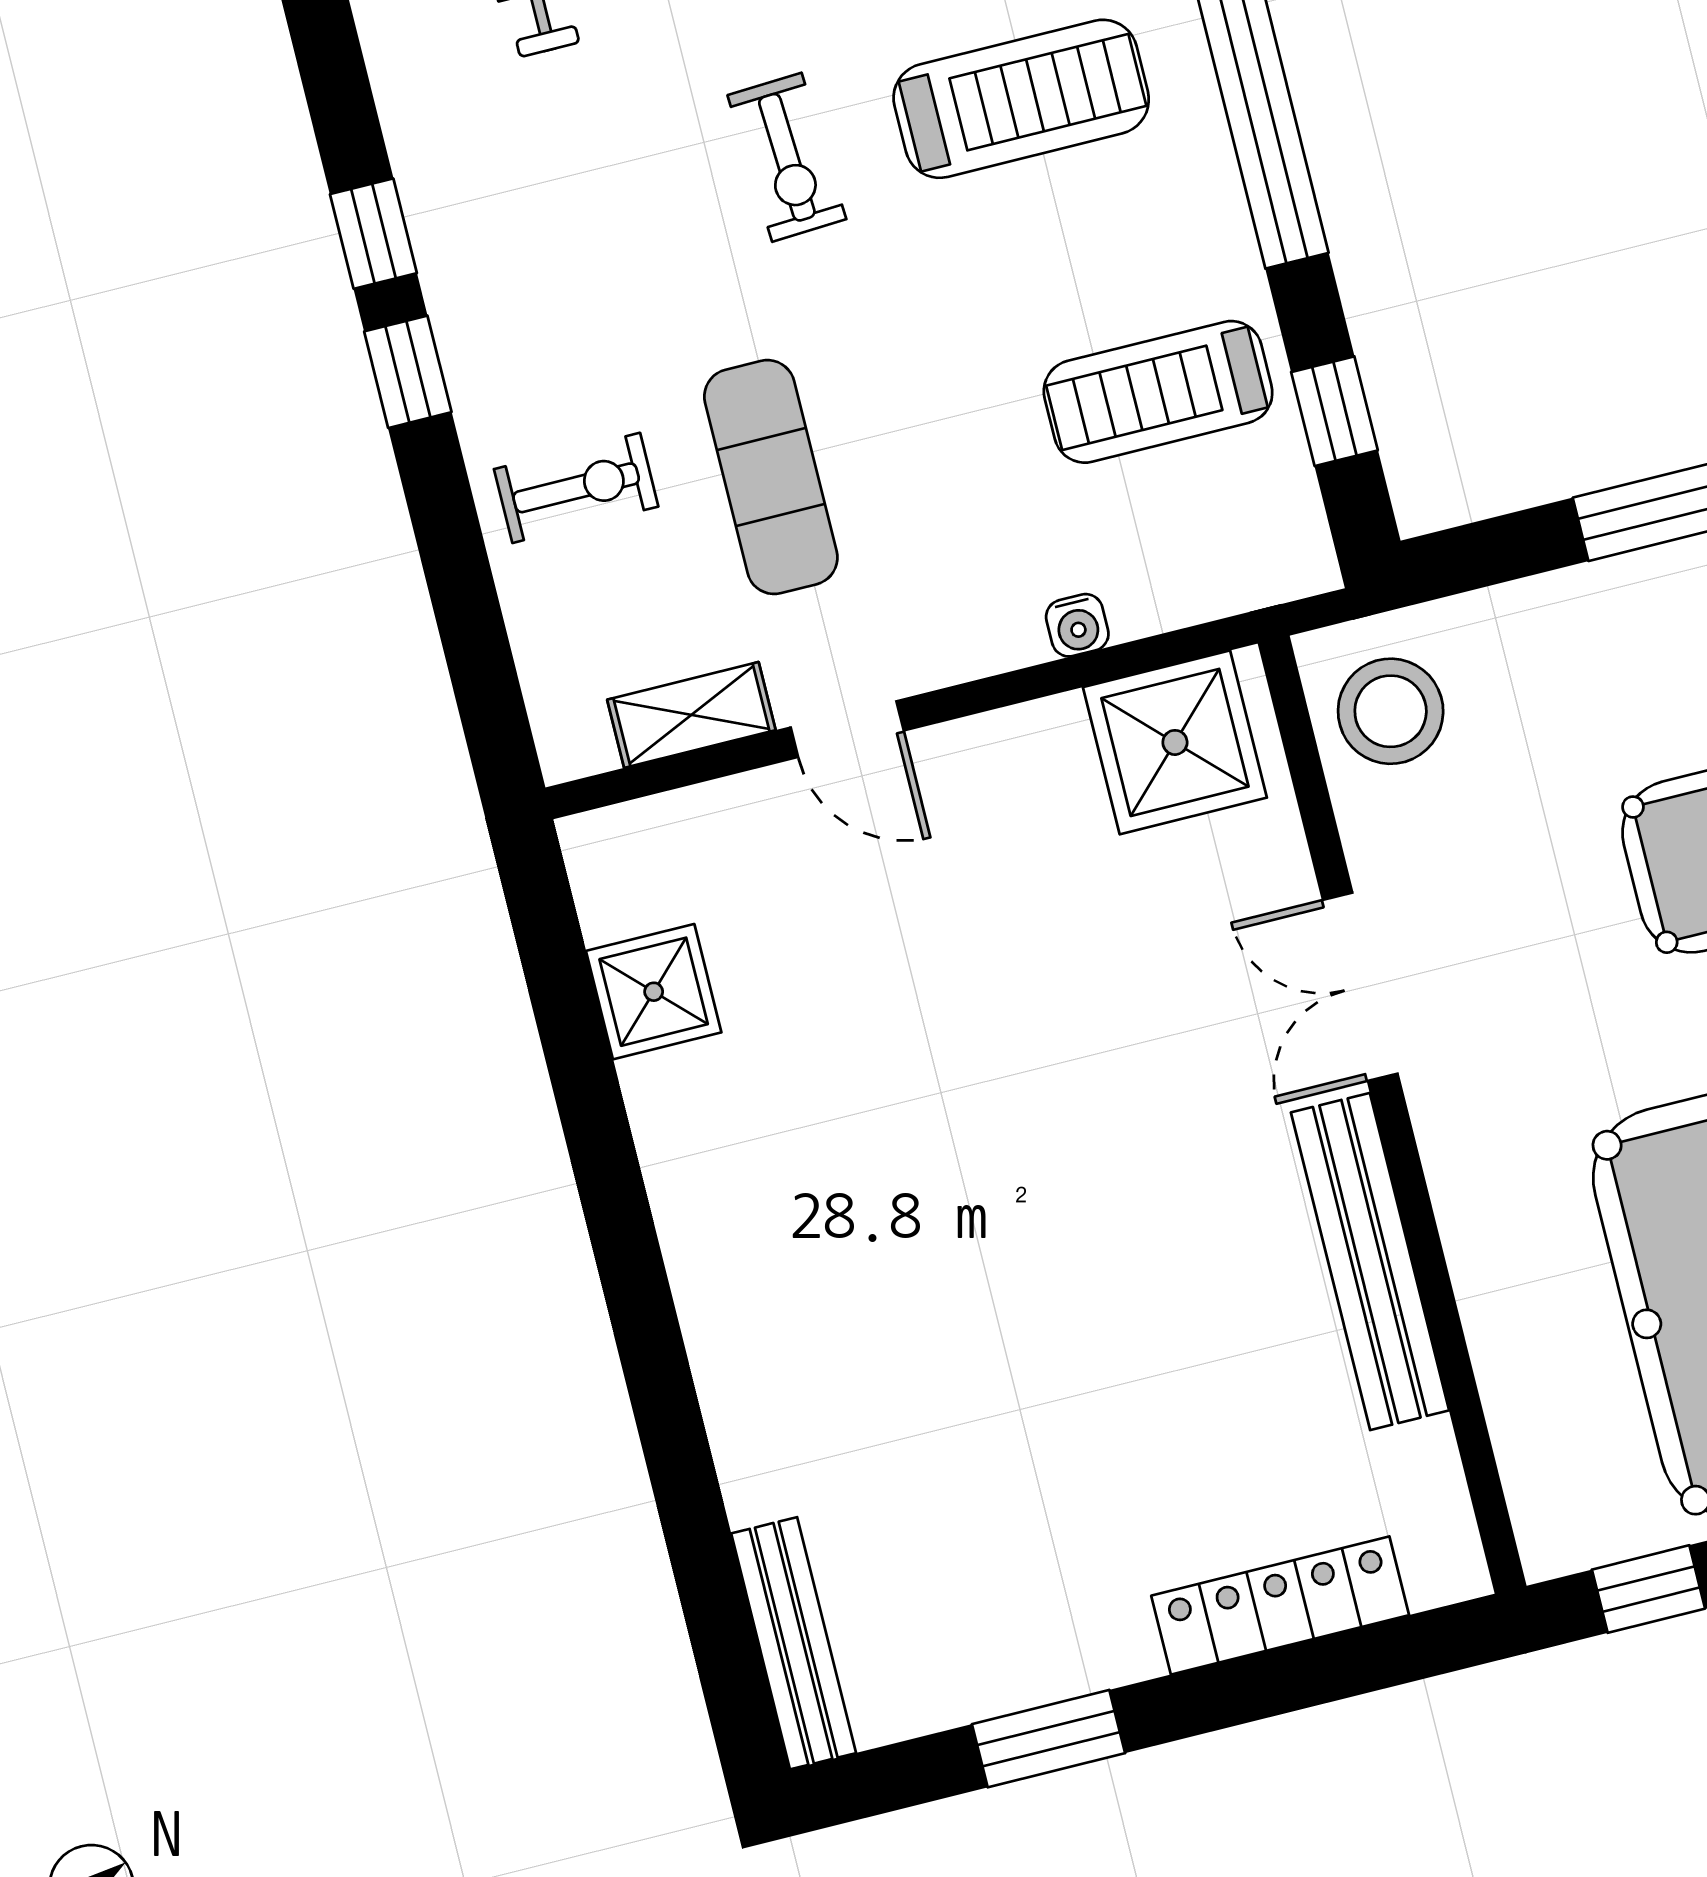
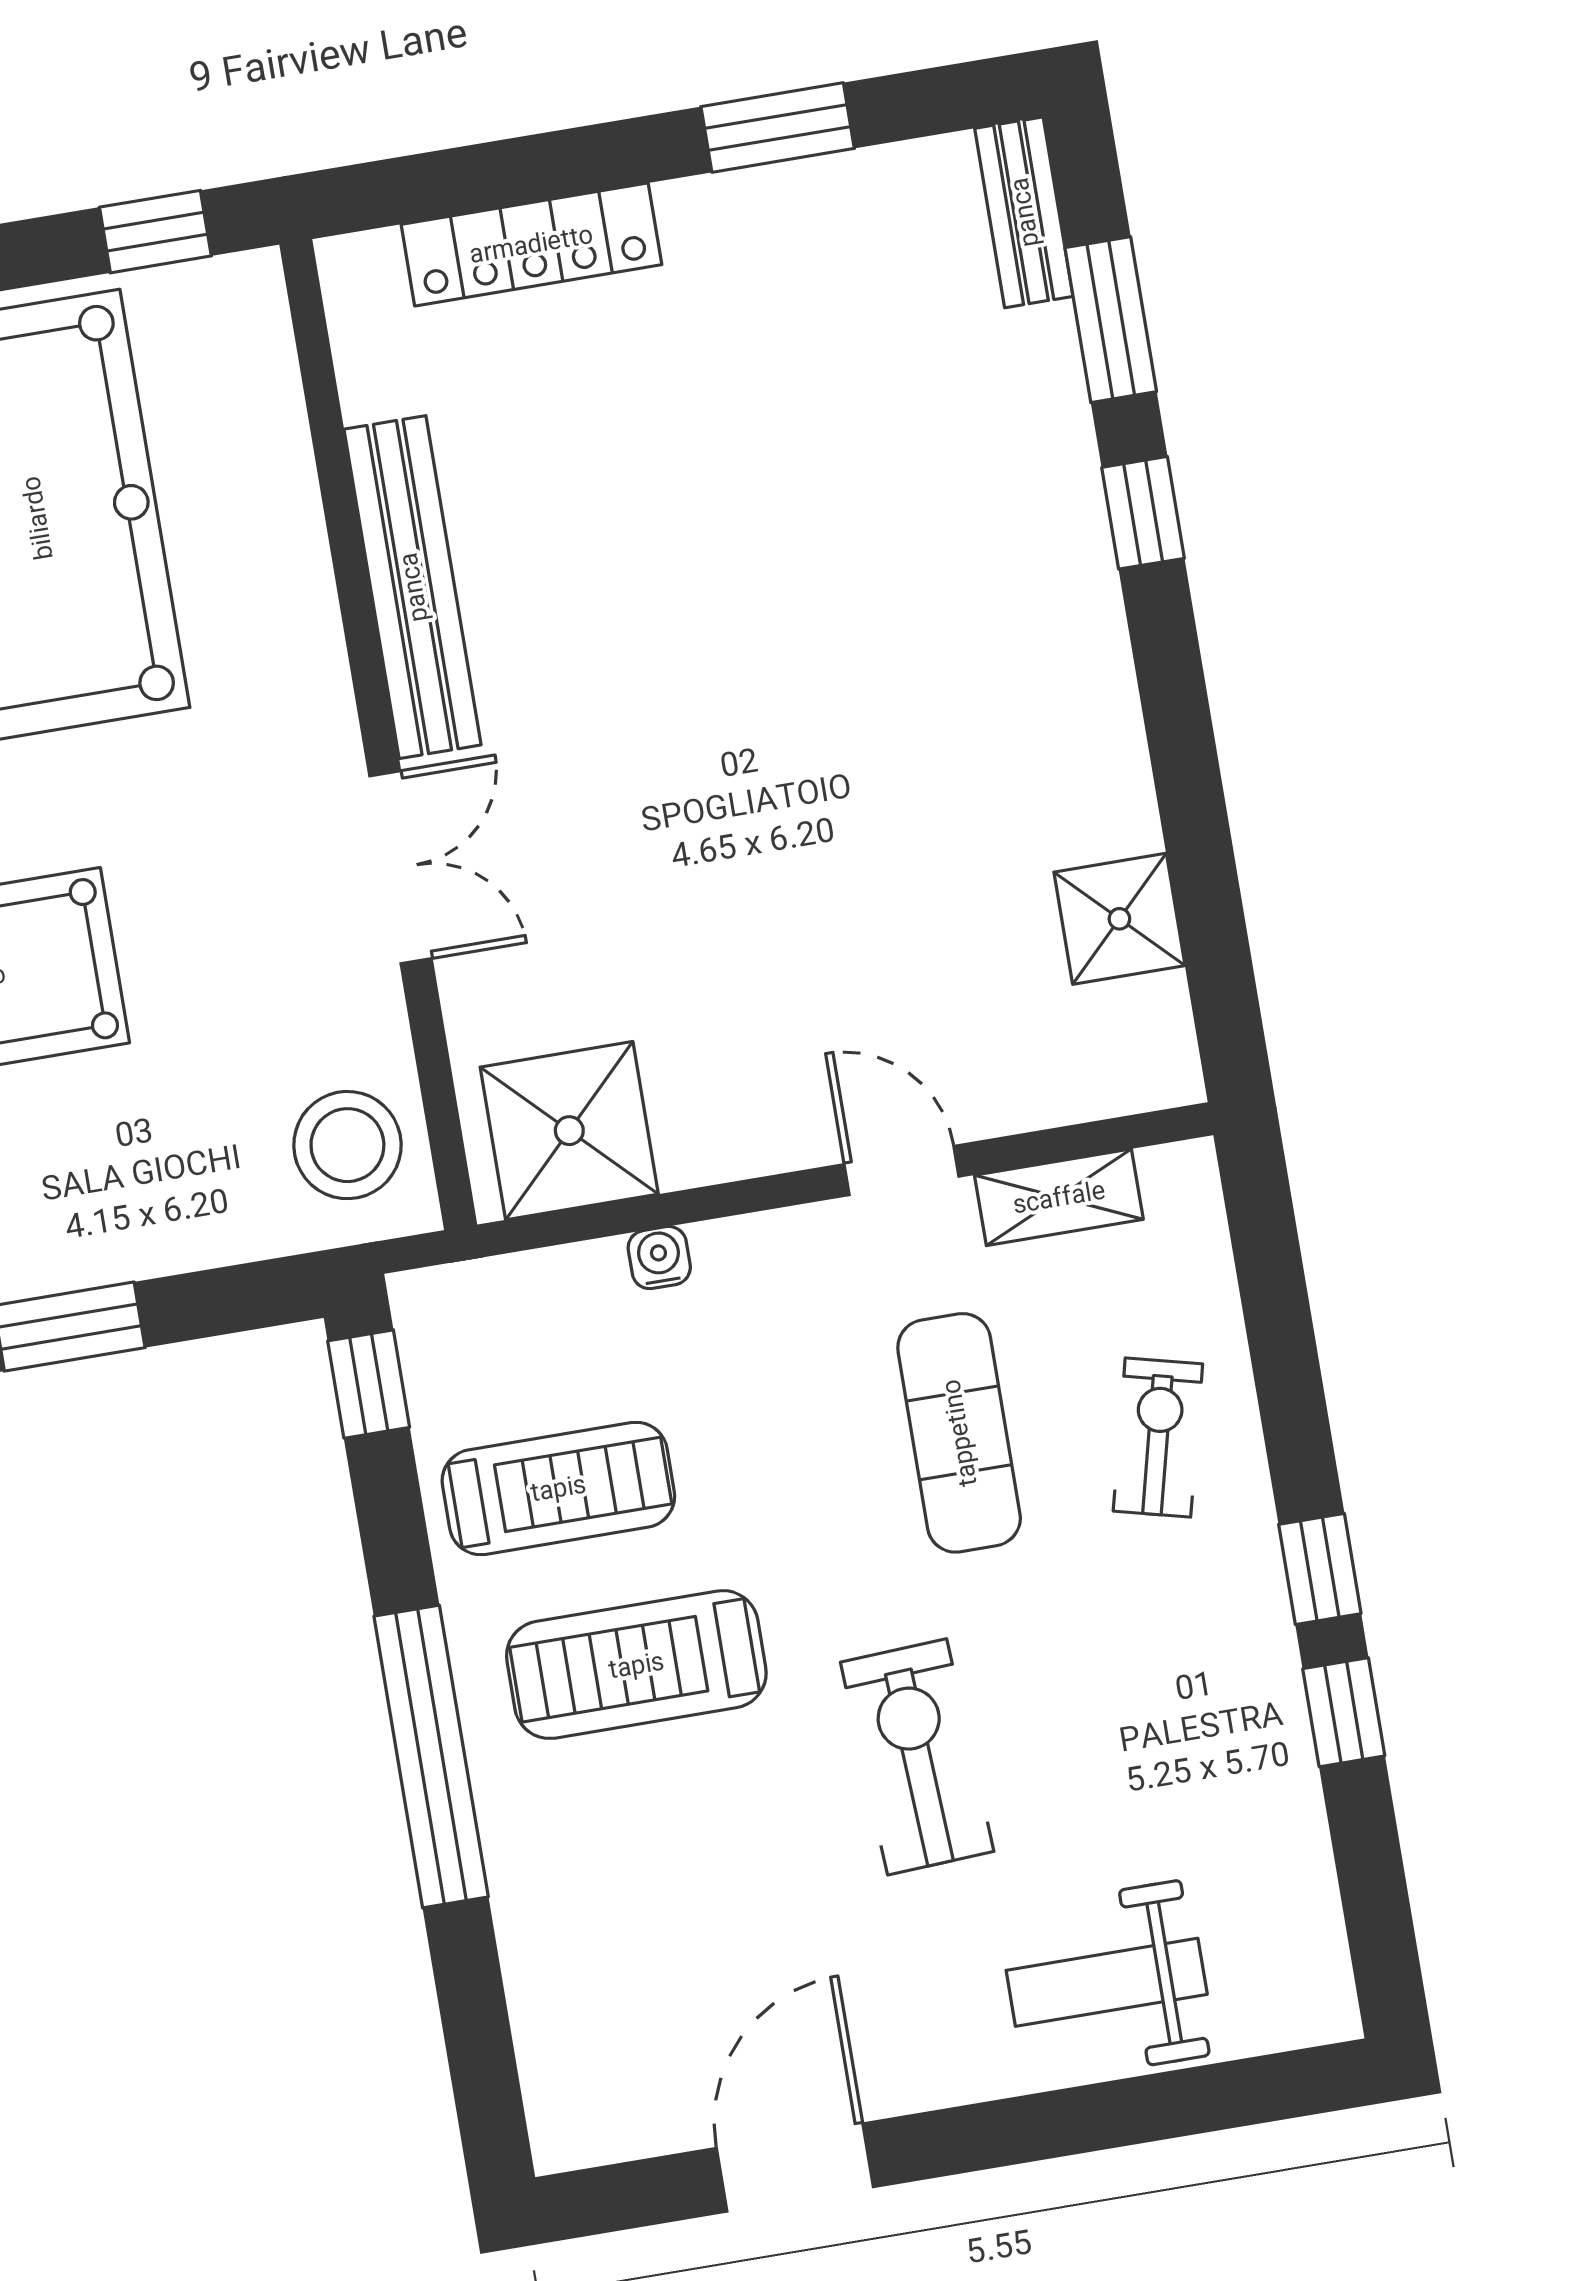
treadmill: (1021, 99) -> (636, 1665), moved
exercise bike: (787, 157) -> (917, 1757), width x1.38, depth x1.39
window: (1334, 411) -> (369, 1384), moved
exercise bike: (576, 488) -> (1158, 1437), turned 104
window: (662, 1390) -> (1143, 513), added
window: (708, 1577) -> (1111, 320), added
bench: (794, 1643) -> (1024, 212), width x0.73

